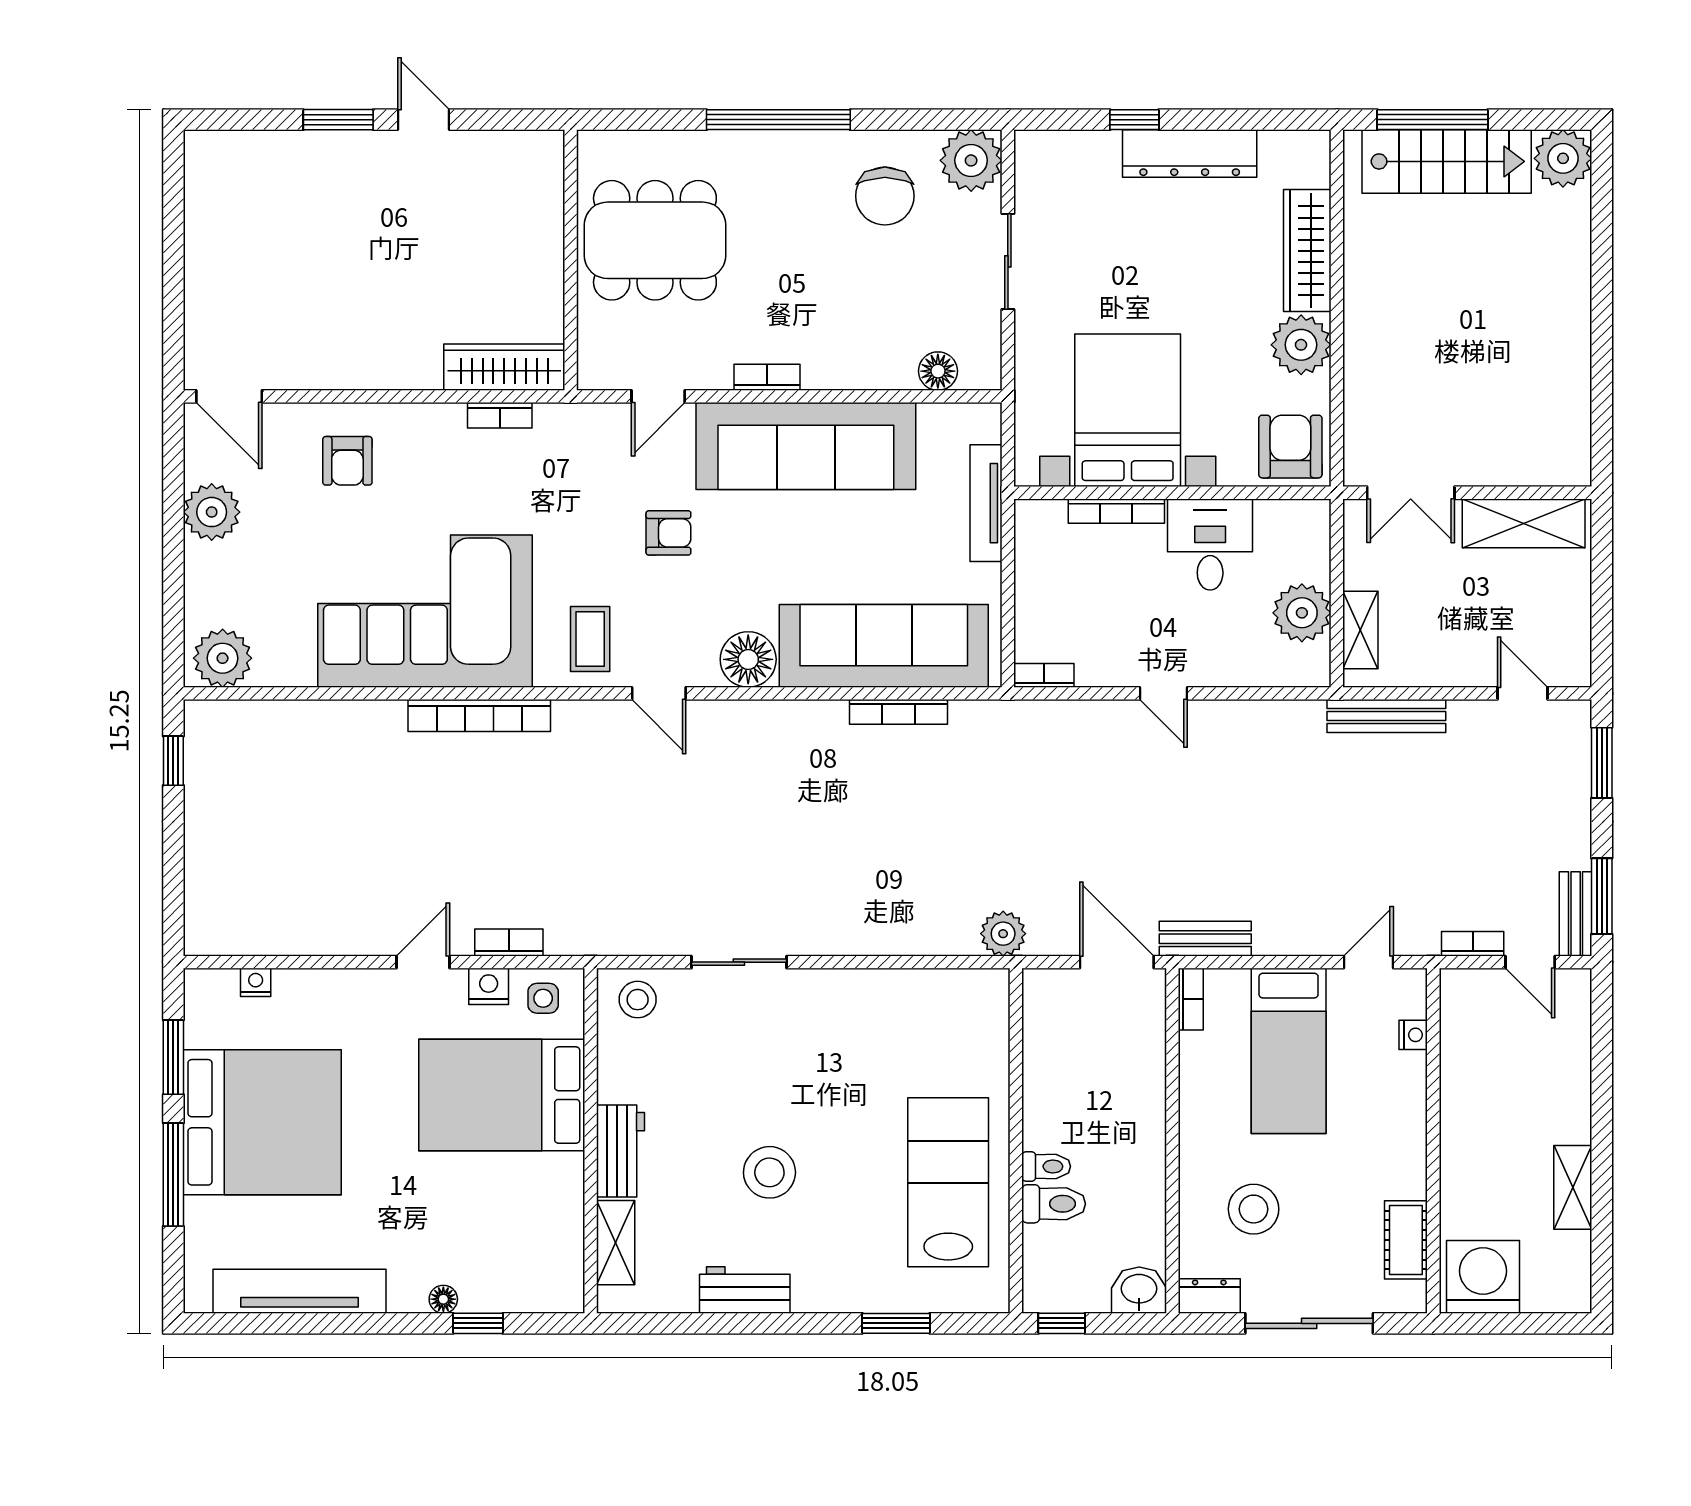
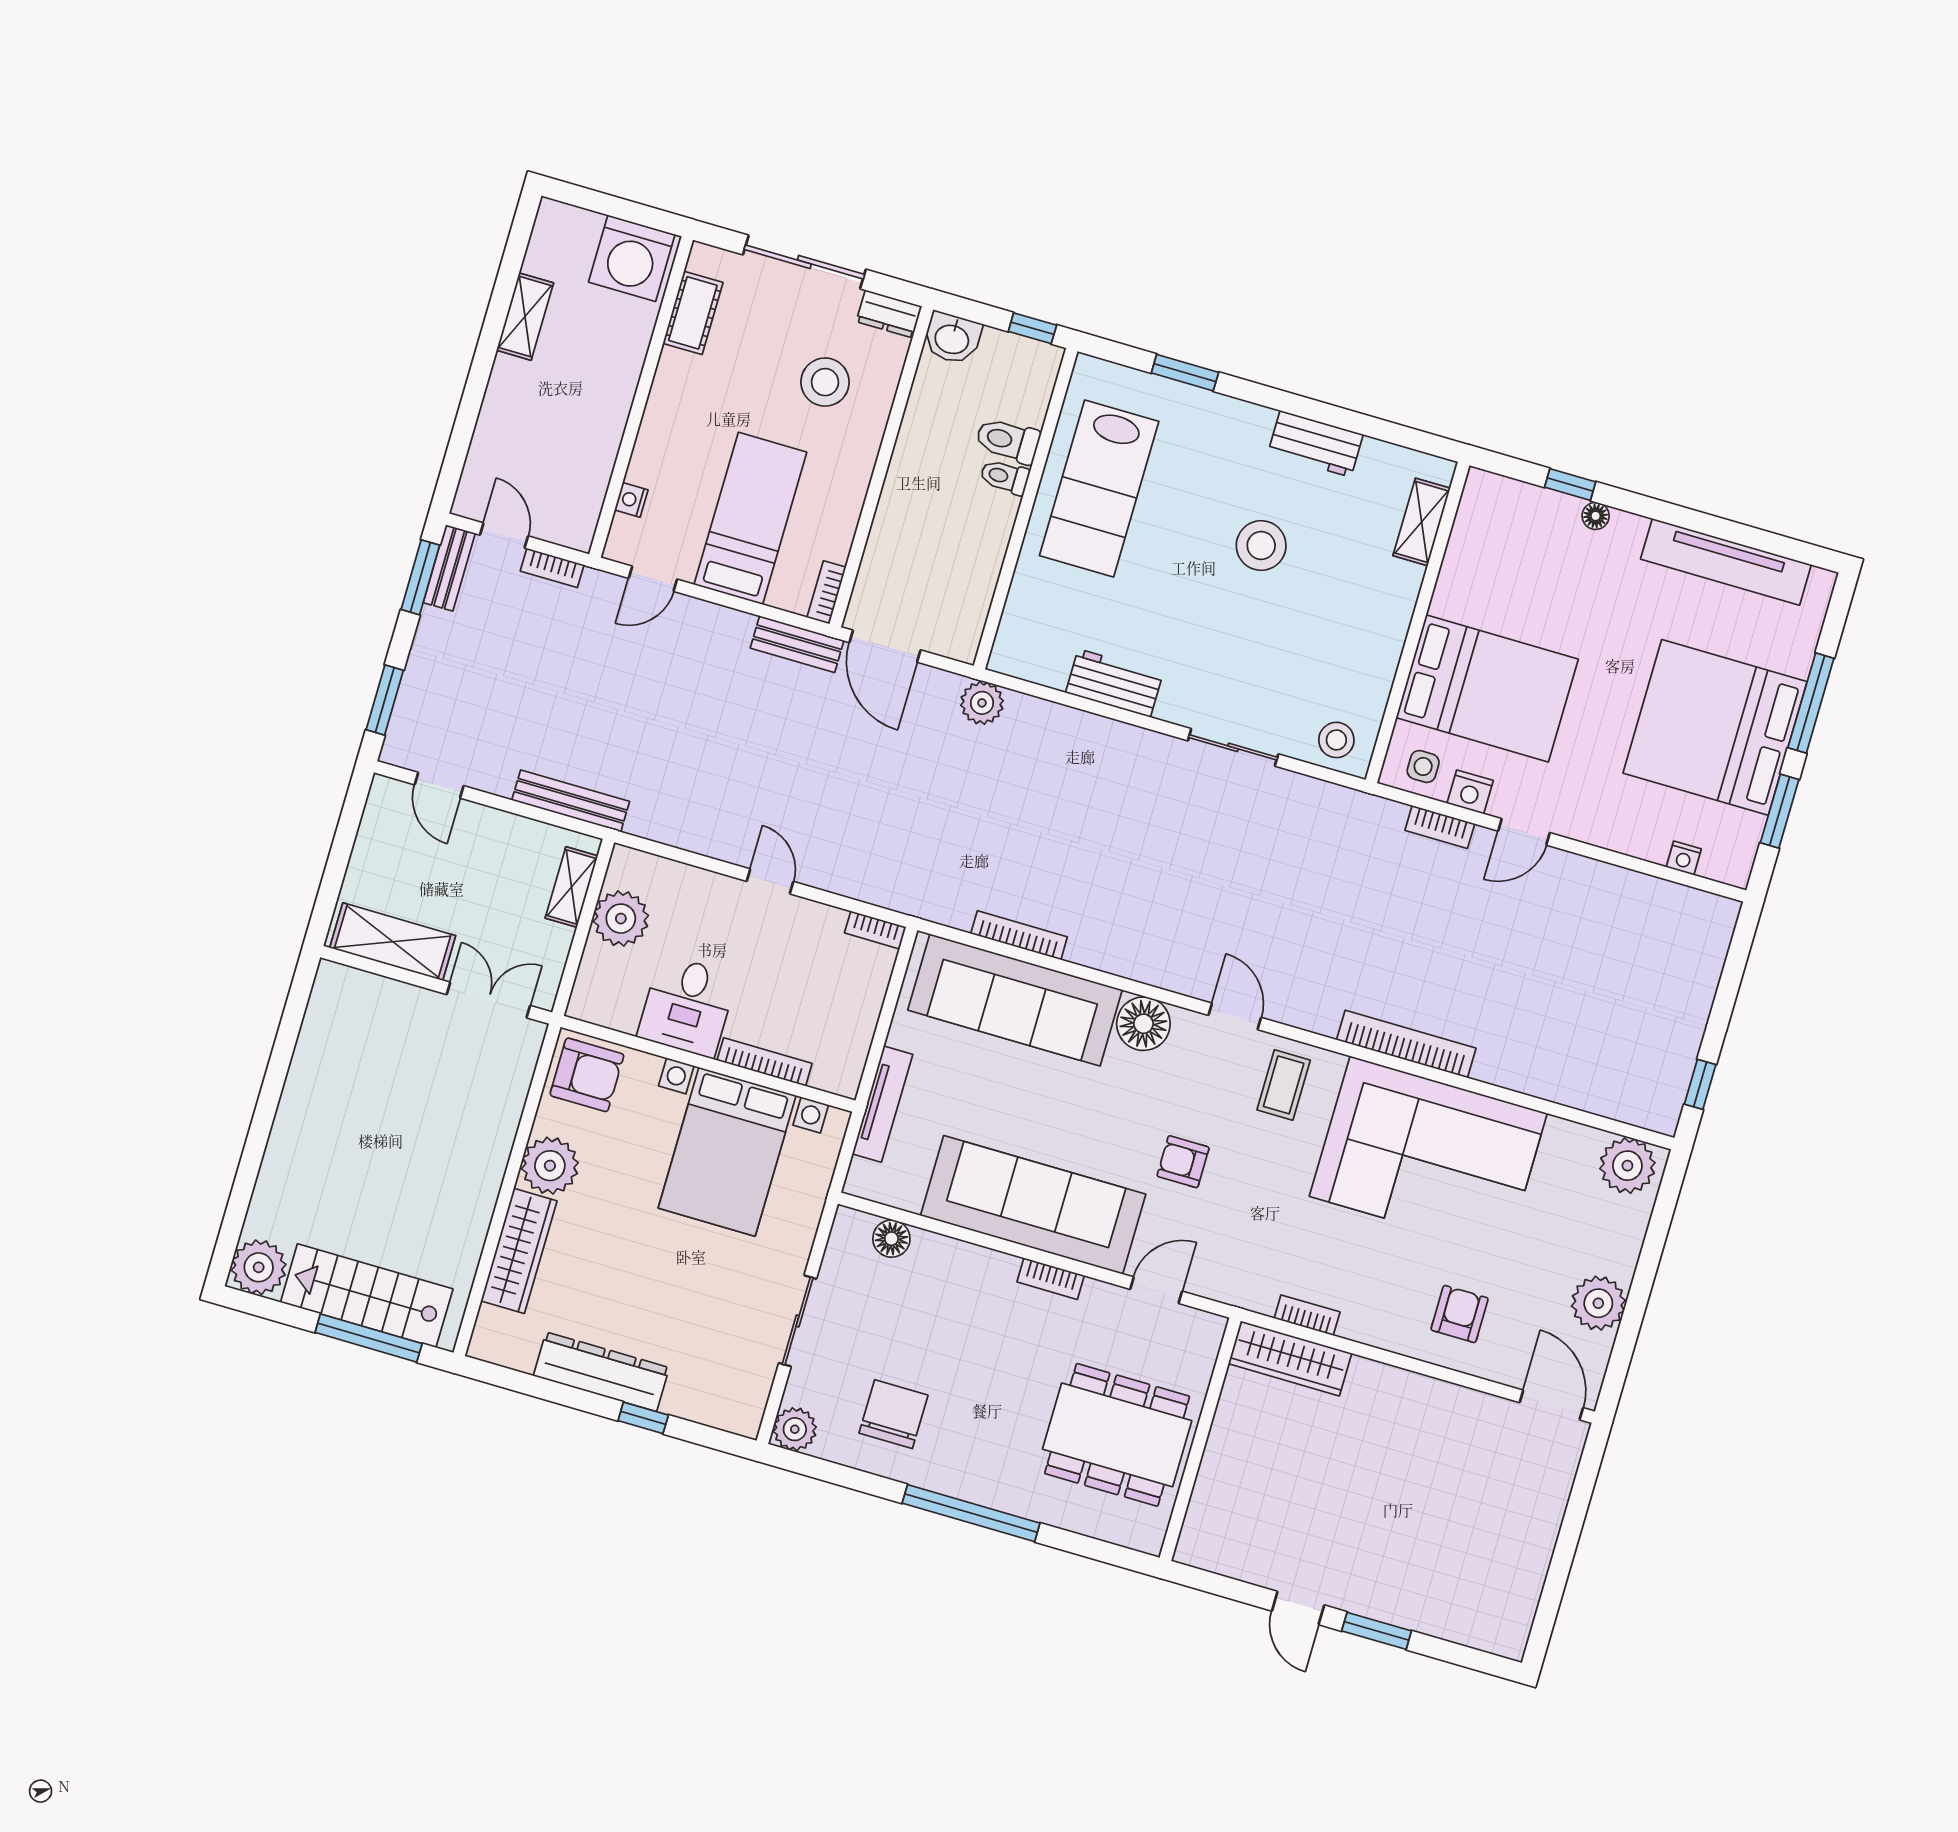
plant: (971, 160) -> (795, 1429), width x0.73, depth x0.73
armchair: (1290, 447) -> (587, 1075), turned -90
workbench: (621, 1151) -> (1114, 683), moved, turned 90

